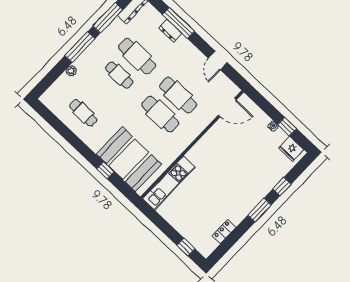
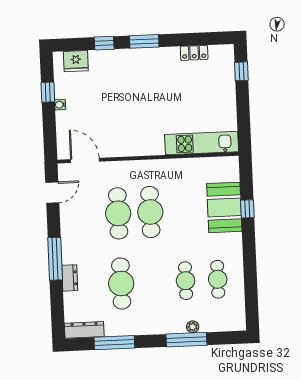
window: (178, 23) -> (55, 259), moved
window: (80, 47) -> (186, 340), moved
door: (218, 60) -> (52, 193), moved
cafe table: (119, 75) -> (186, 281), moved
fridge: (291, 149) -> (76, 61), moved, turned 90
booth: (129, 159) -> (224, 207), width x0.73, depth x0.70

